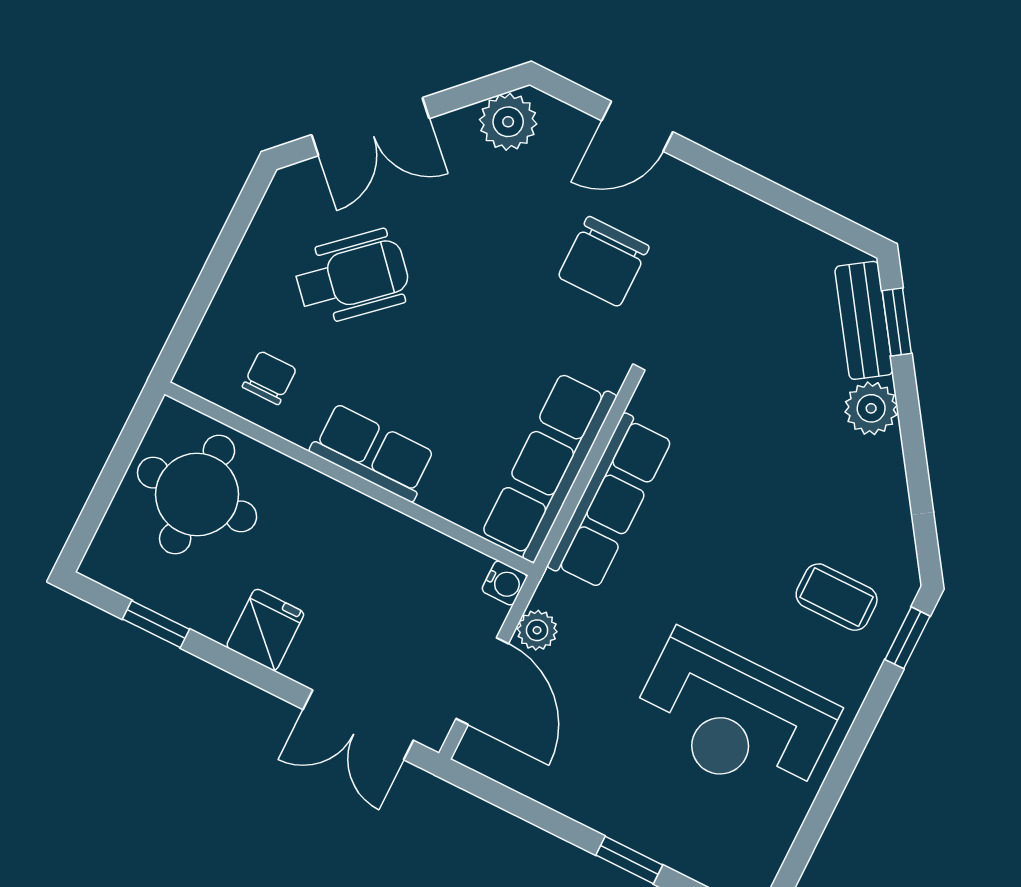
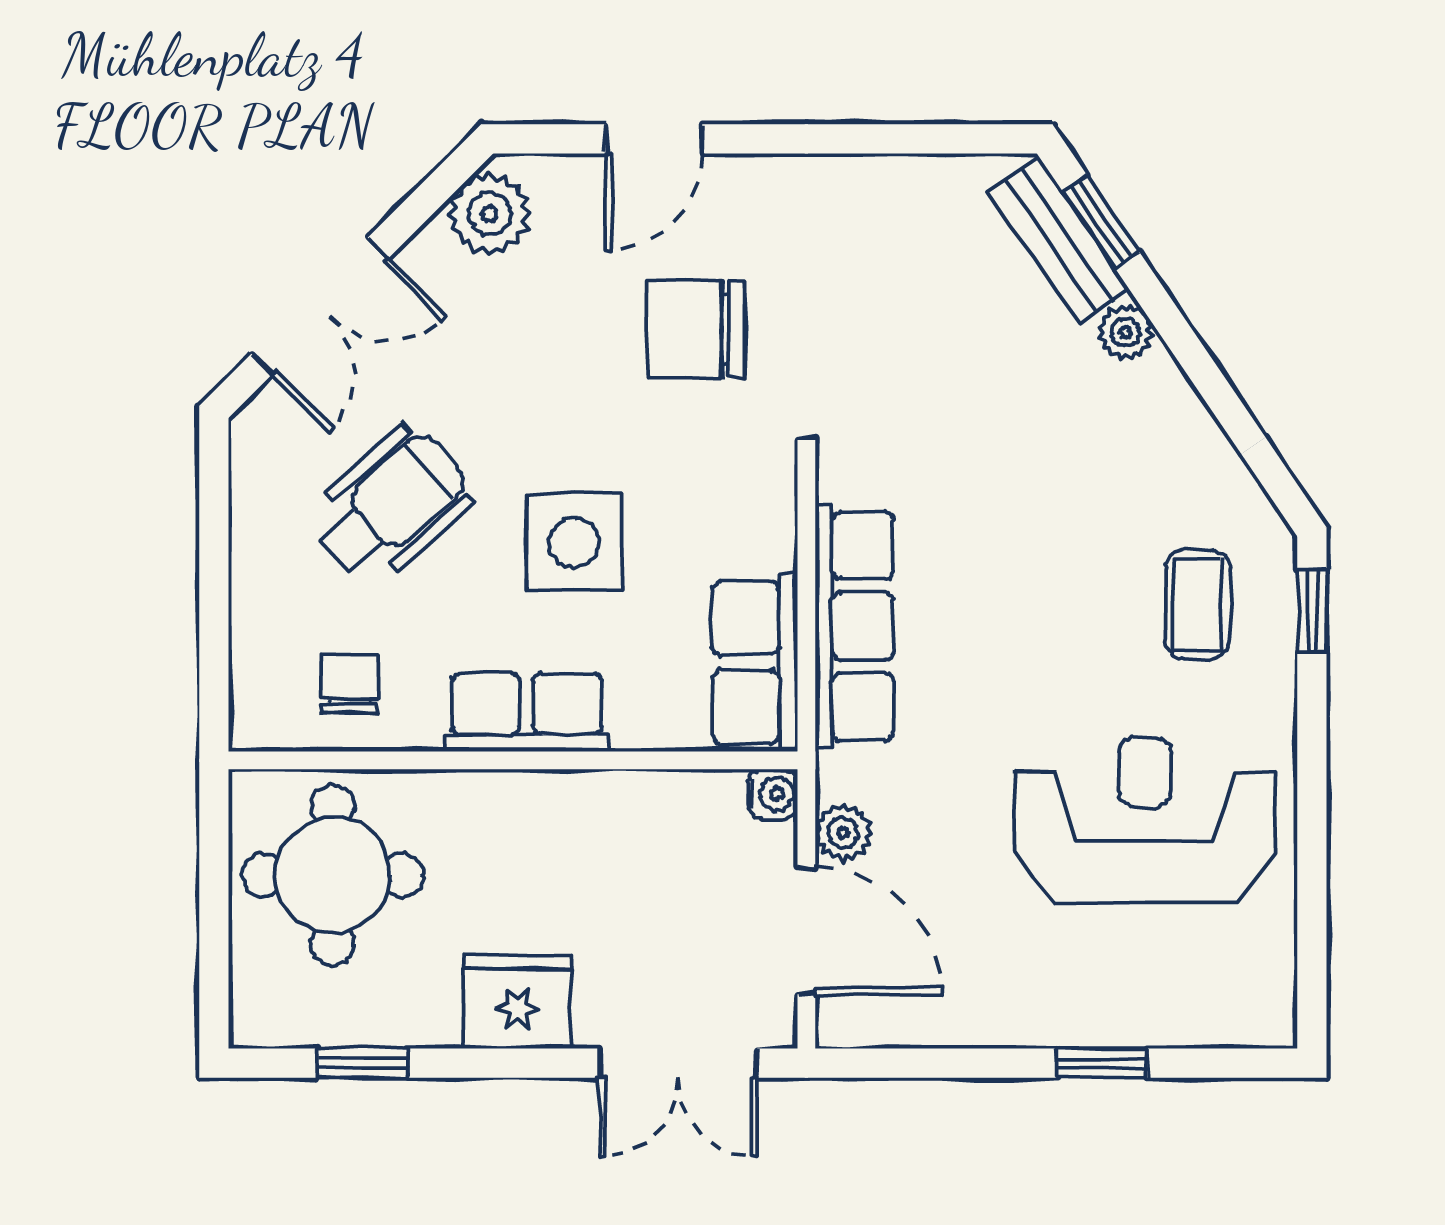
chair: (604, 262) -> (696, 329), turned 90
side table: (457, 359) -> (574, 543), added
plant: (871, 408) -> (1126, 332), width x0.73, depth x0.73
row of seats: (549, 466) -> (755, 663), width x0.68
coffee table: (837, 597) -> (1198, 604), turned 90
fridge: (265, 630) -> (518, 1002), width x1.38
reception desk: (734, 719) -> (1145, 821), turned 180

